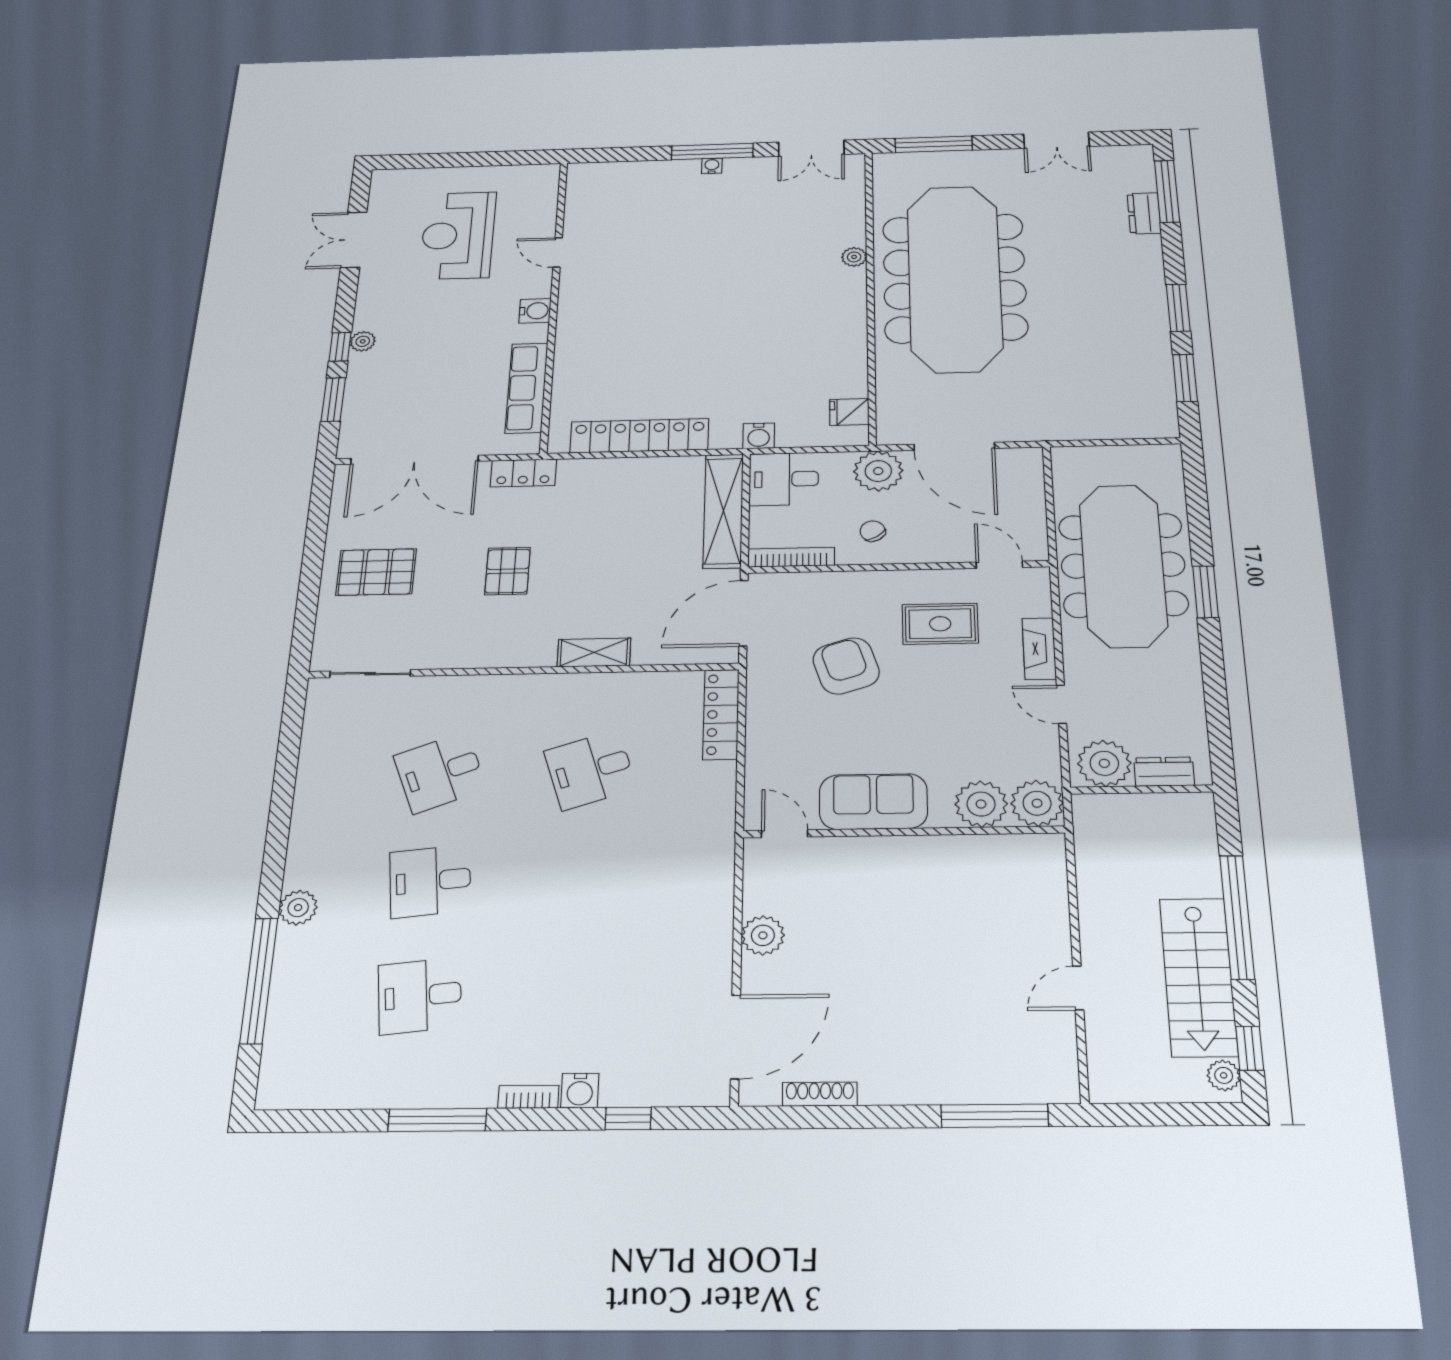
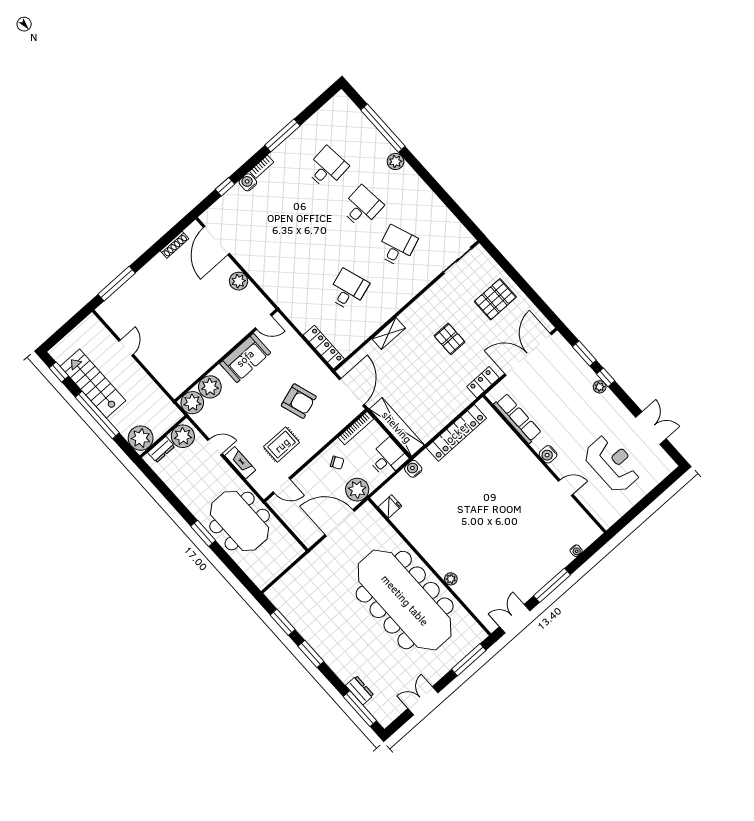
water cooler: (712, 166) -> (576, 551), moved
meeting table: (1123, 565) -> (240, 521), width x0.73
plant: (1224, 1075) -> (141, 438), moved, width x1.87, depth x1.87

